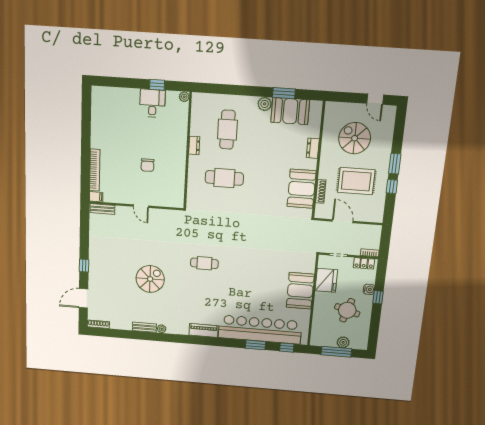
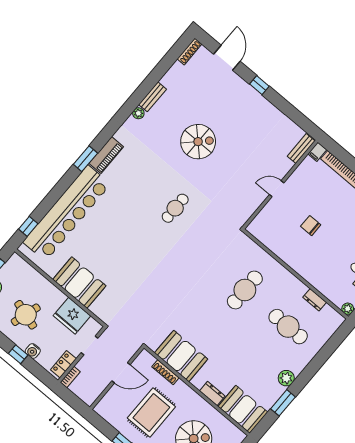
booth: (290, 111) -> (243, 409), moved, turned 90
dresser: (194, 145) -> (315, 300), moved
spiral stairs: (150, 279) -> (198, 142), turned -90
window: (256, 345) -> (85, 159), moved

